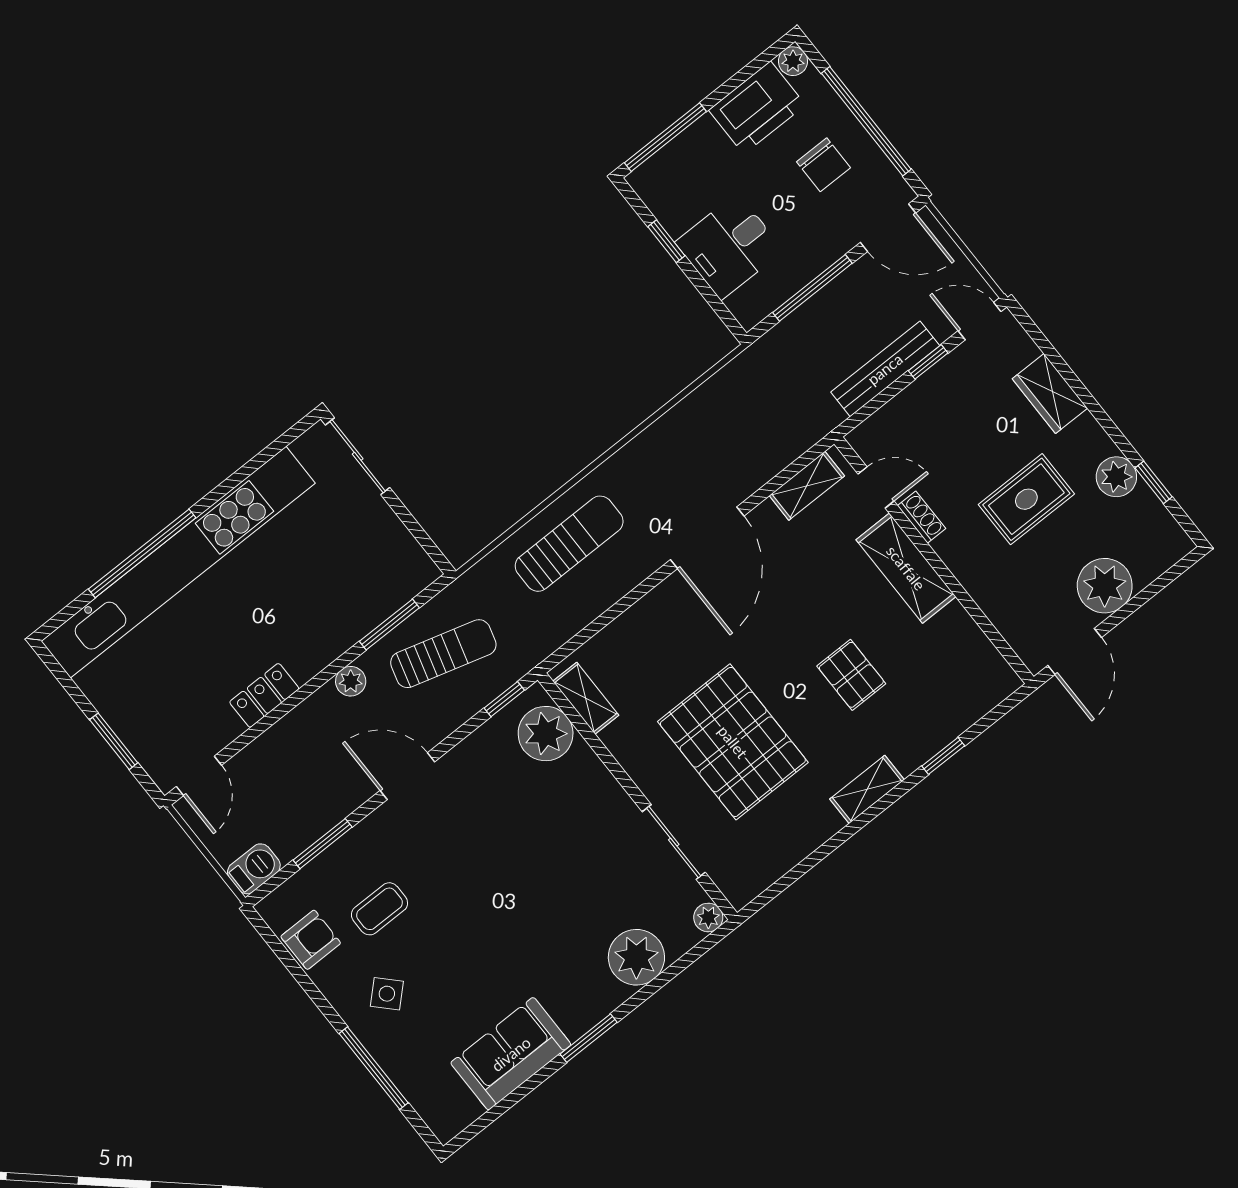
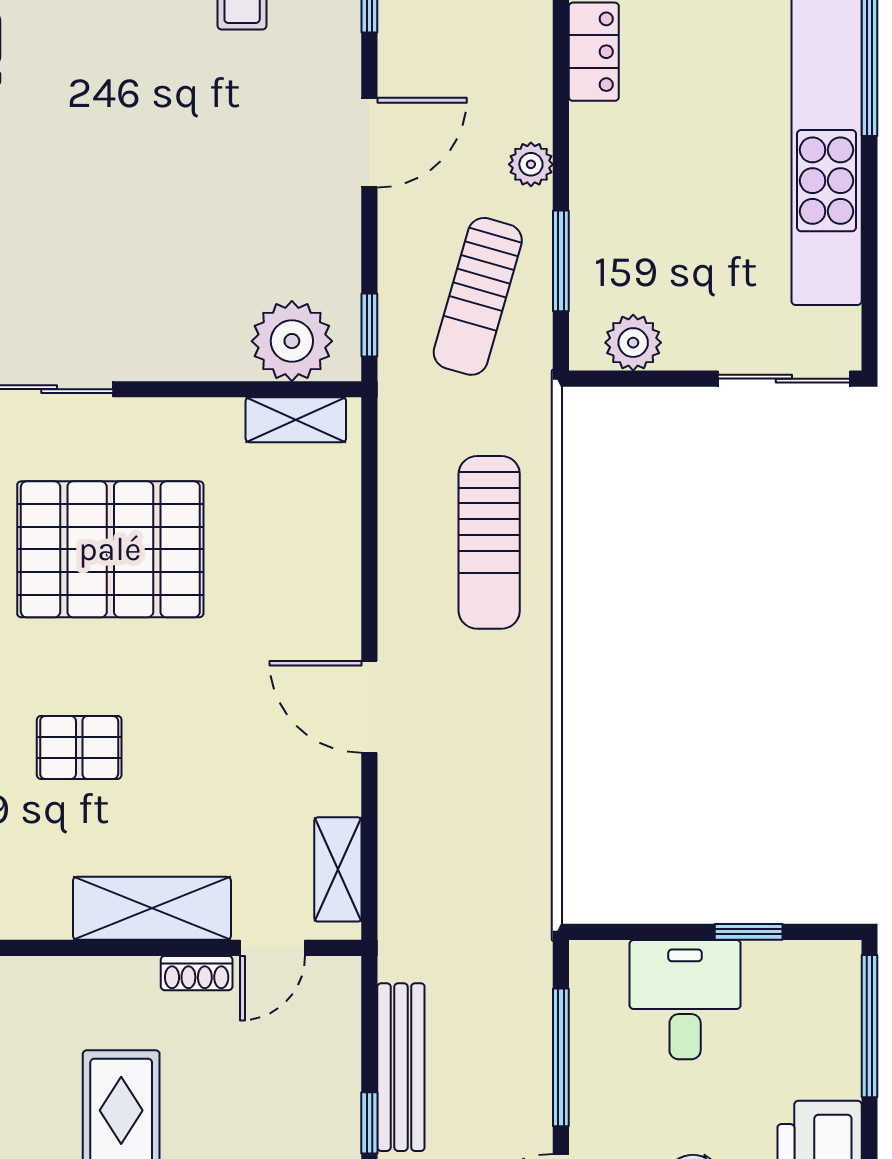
door: (707, 538) -> (369, 707), width x0.73
plant: (402, 552) -> (633, 343), added

